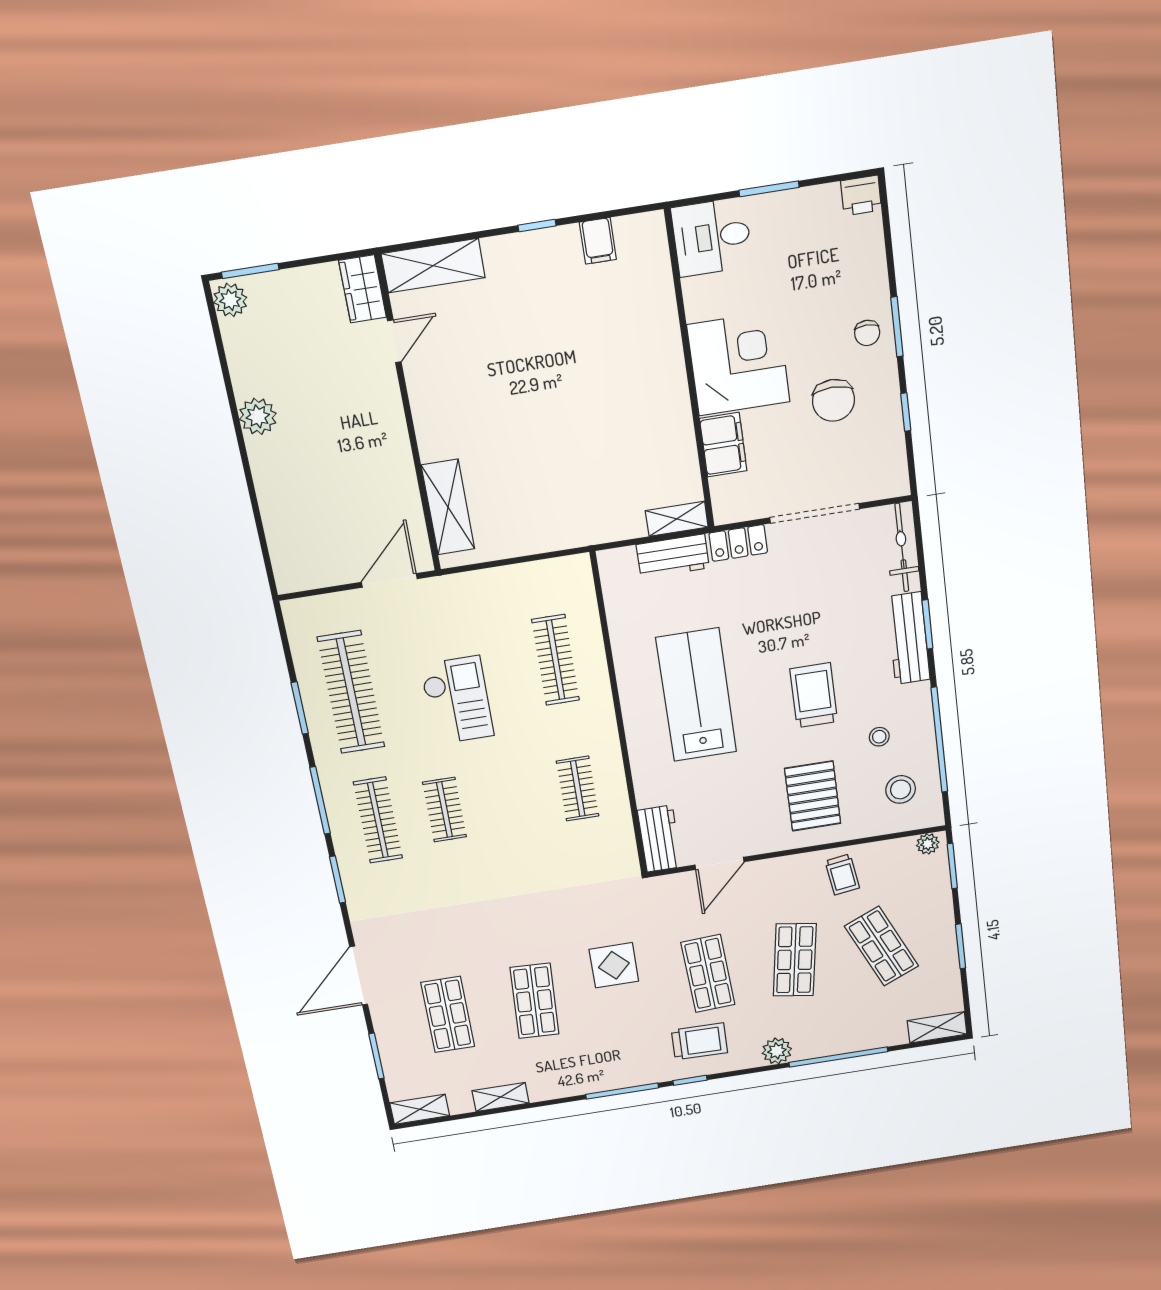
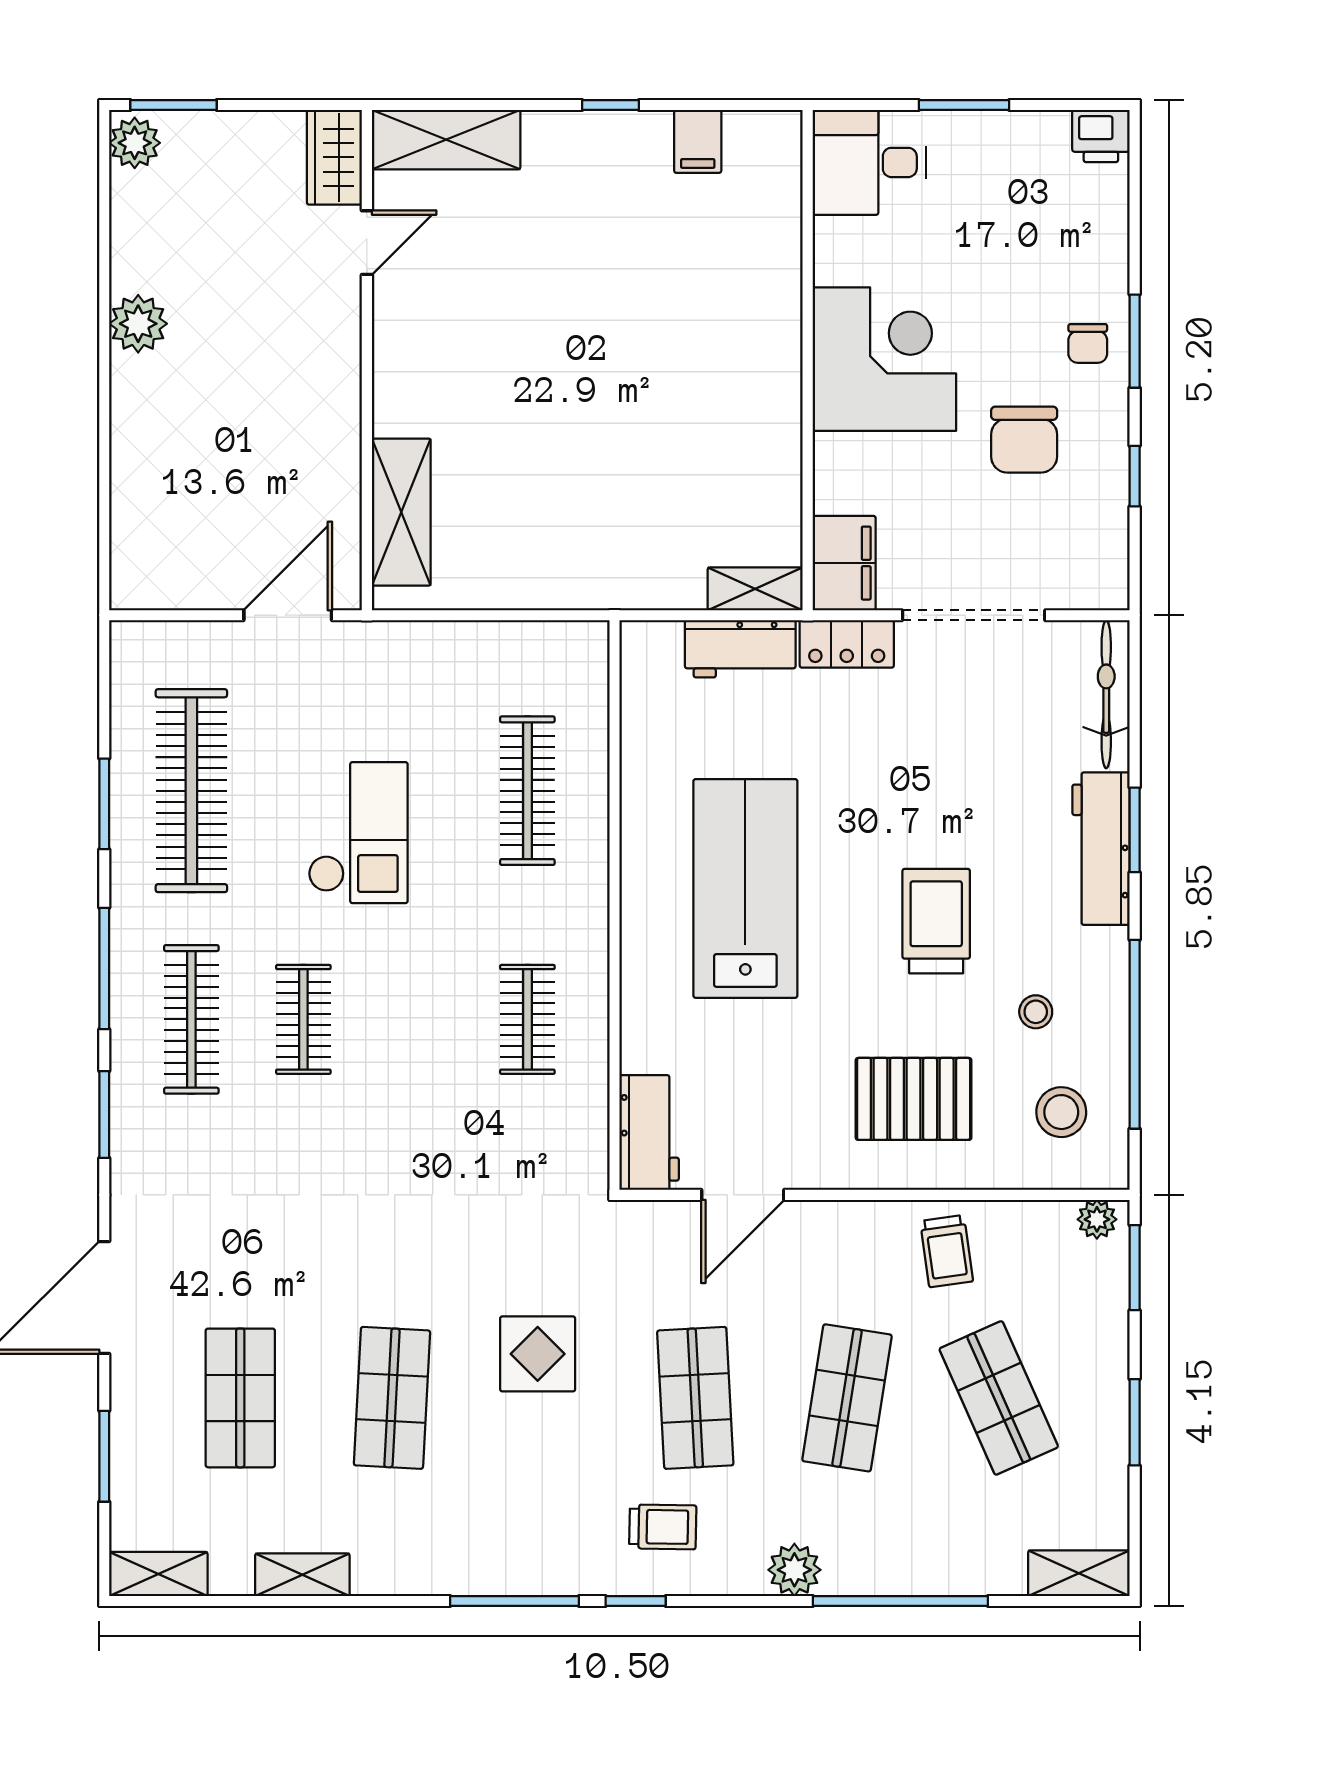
filing cabinet: (723, 445) -> (844, 563), moved
pallet: (813, 796) -> (914, 1099), turned 90
trolley: (699, 1041) -> (663, 1527), width x0.73, depth x0.72

